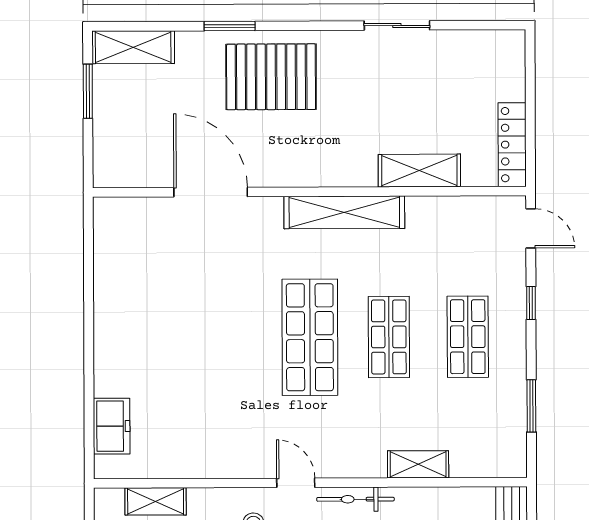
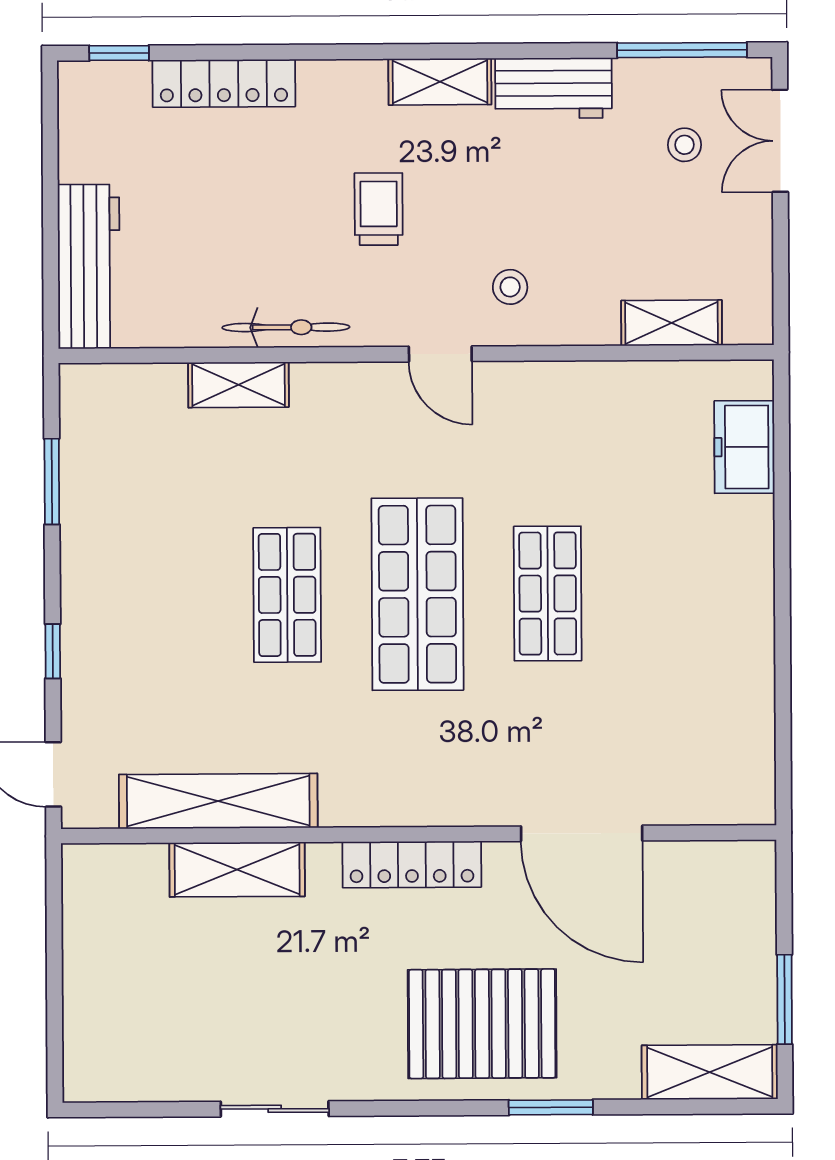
locker: (512, 145) -> (412, 865), moved, turned 90
shelving: (344, 212) -> (218, 801), moved
shop shelf: (468, 337) -> (548, 594), moved
bicycle: (355, 499) -> (286, 327), moved

